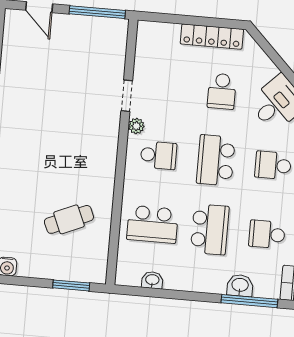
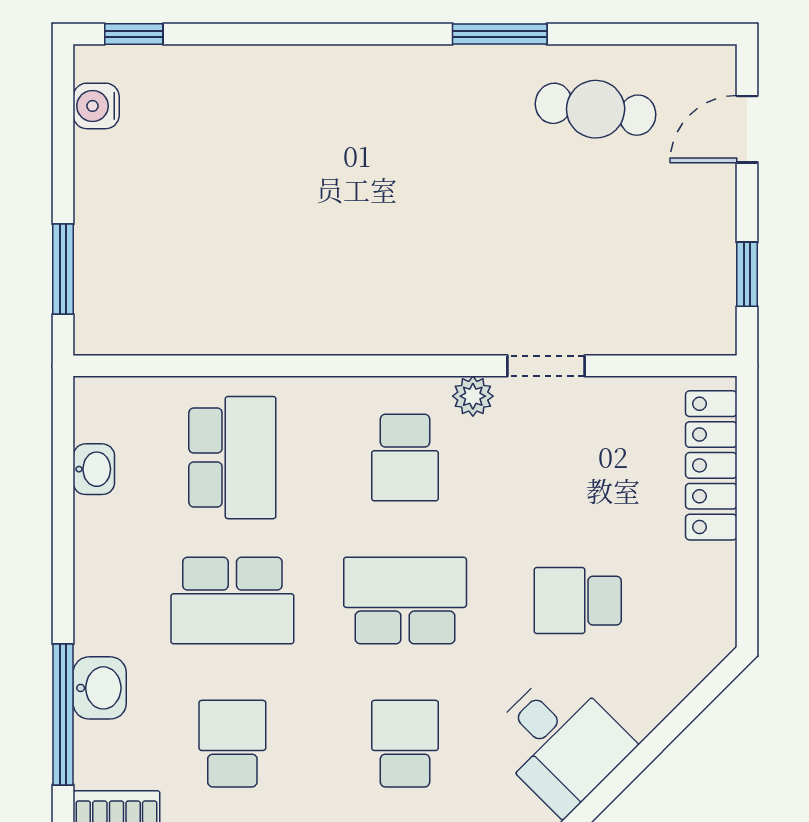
window: (97, 12) -> (747, 274), width x0.46
locker: (212, 37) -> (711, 465), moved
cafe table: (69, 219) -> (596, 109), moved, turned -59
school desk: (152, 224) -> (232, 458), turned 180

